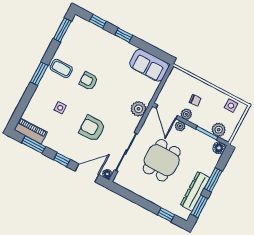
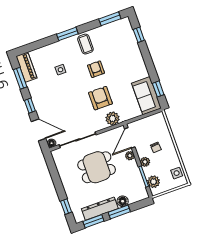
window: (124, 35) -> (158, 89), moved
plant: (186, 114) -> (145, 162), moved
armchair: (92, 128) -> (100, 98), moved
floor lamp: (219, 148) -> (123, 201), moved

